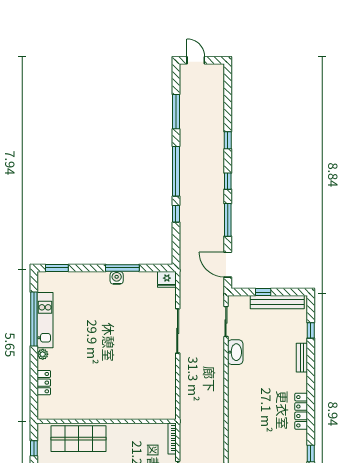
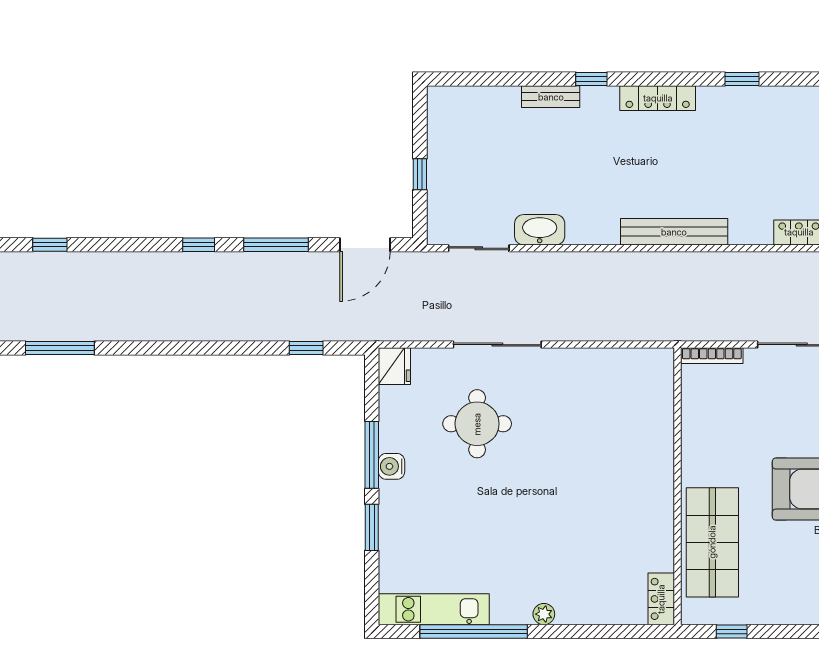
window: (228, 140) -> (50, 245), moved
window: (176, 171) -> (179, 348), removed
window: (176, 214) -> (306, 348), moved
window: (57, 268) -> (372, 527), moved
bench: (277, 302) -> (674, 232), moved, turned 90
kitchen unit: (45, 320) -> (434, 609), moved
round table: (138, 321) -> (477, 424), added
window: (311, 330) -> (591, 79), moved
locker: (44, 383) -> (661, 599), moved, turned -90

